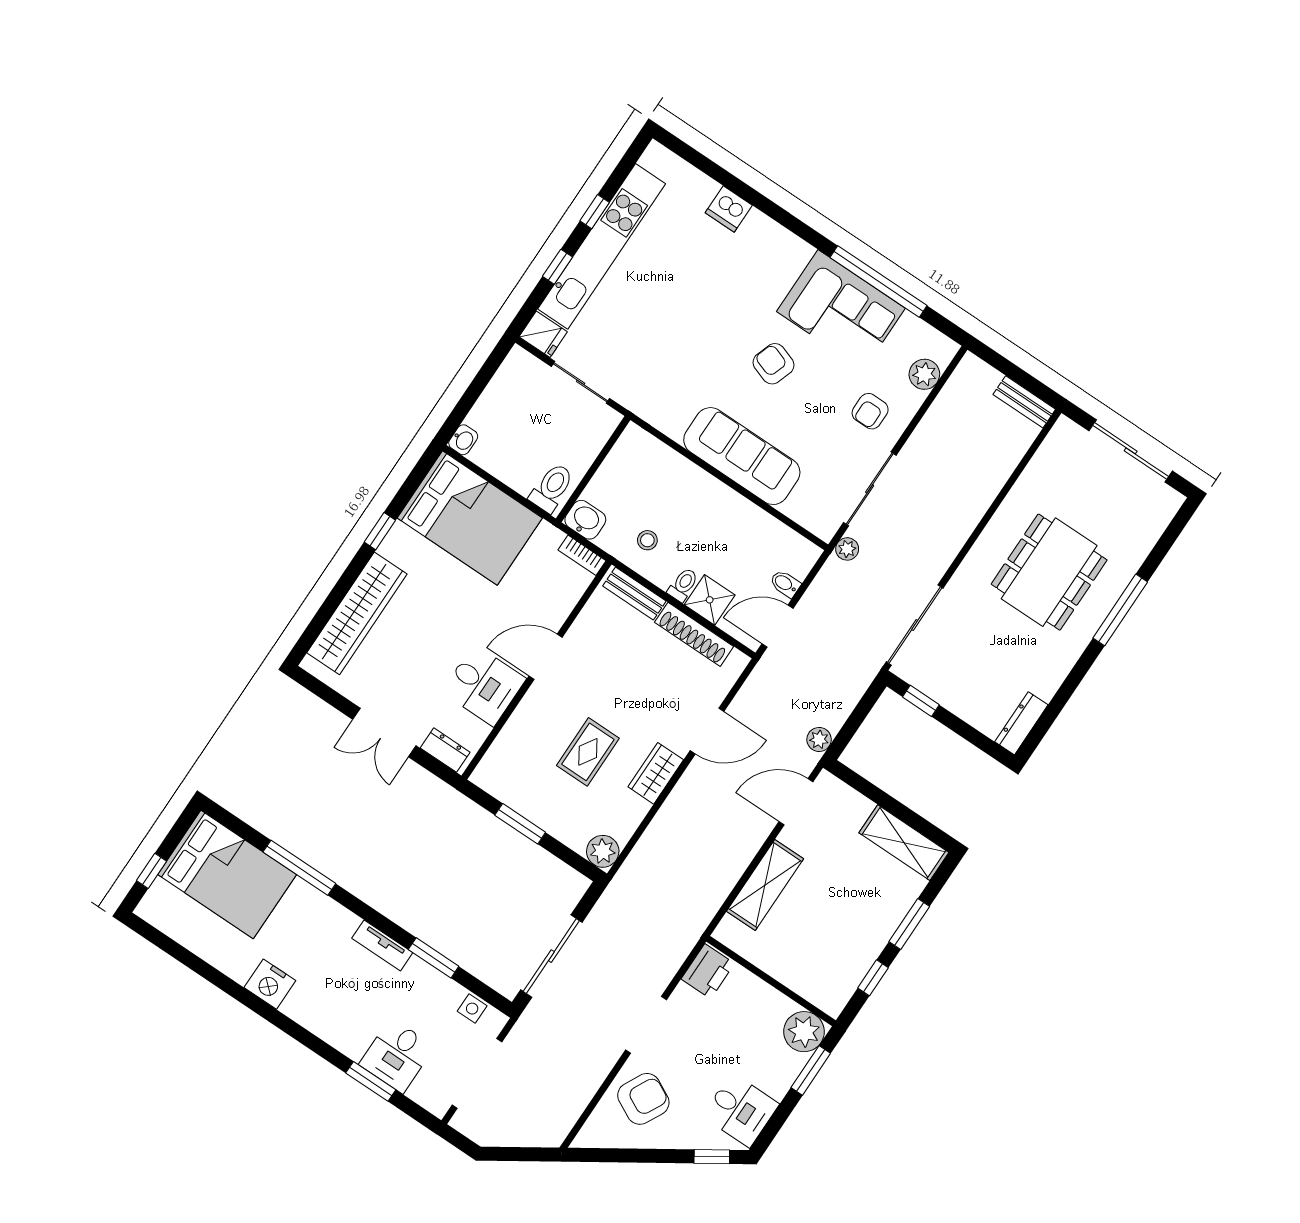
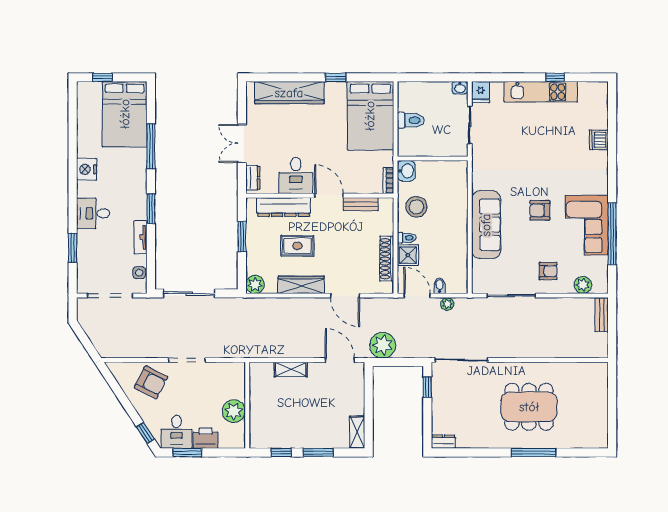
kitchen unit: (602, 246) -> (541, 92), width x0.73
window: (558, 267) -> (517, 77), removed
armchair: (773, 364) -> (540, 210), turned -109
bench: (1024, 402) -> (602, 315), moved
armchair: (870, 411) -> (548, 271), turned 180
washbasin: (463, 440) -> (460, 88), moved
sliding door: (1131, 451) -> (612, 407), removed
toilet: (552, 488) -> (411, 120), moved
stool: (647, 540) -> (416, 207), width x1.89, depth x1.89
plant: (847, 549) -> (447, 304), moved
bench: (634, 594) -> (361, 204), moved, turned 90
dresser: (1021, 723) -> (443, 442), width x0.70
dresser: (518, 734) -> (284, 207), added
plant: (819, 739) -> (383, 345), width x1.88, depth x1.88
wardrobe: (656, 773) -> (301, 285), width x1.50
shelving: (904, 843) -> (357, 432), width x0.67, depth x0.75
shelving: (765, 885) -> (291, 369), width x0.67, depth x0.75
tv unit: (382, 945) -> (141, 237), moved
window: (434, 958) -> (151, 209), moved
printer: (708, 971) -> (206, 438), moved, turned 180
plant: (804, 1032) -> (234, 411), moved
desk: (397, 1055) -> (93, 213), moved
window: (811, 1070) -> (187, 452), moved

